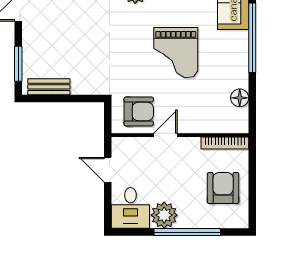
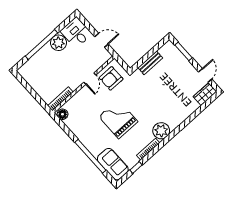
bench: (49, 87) -> (150, 63), moved
floor lamp: (240, 98) -> (62, 114), moved
armchair: (223, 188) -> (43, 78), removed

